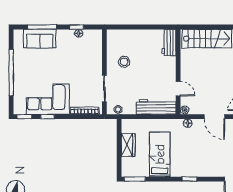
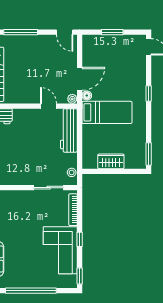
stool: (124, 62) -> (19, 166), removed
door: (178, 89) -> (49, 106), hinge flipped
window: (47, 117) -> (80, 239), moved
door: (214, 117) -> (80, 79), moved
bed: (160, 154) -> (107, 112), moved, turned 180

